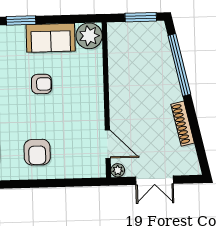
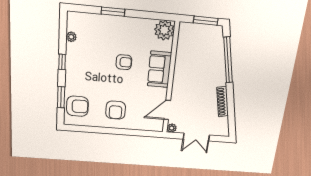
sofa: (51, 38) -> (160, 69), moved, turned 90
door: (108, 144) -> (167, 110), swing flipped

